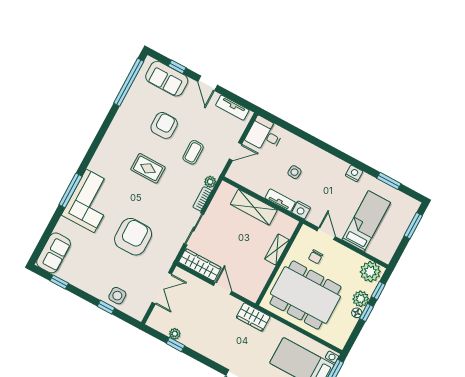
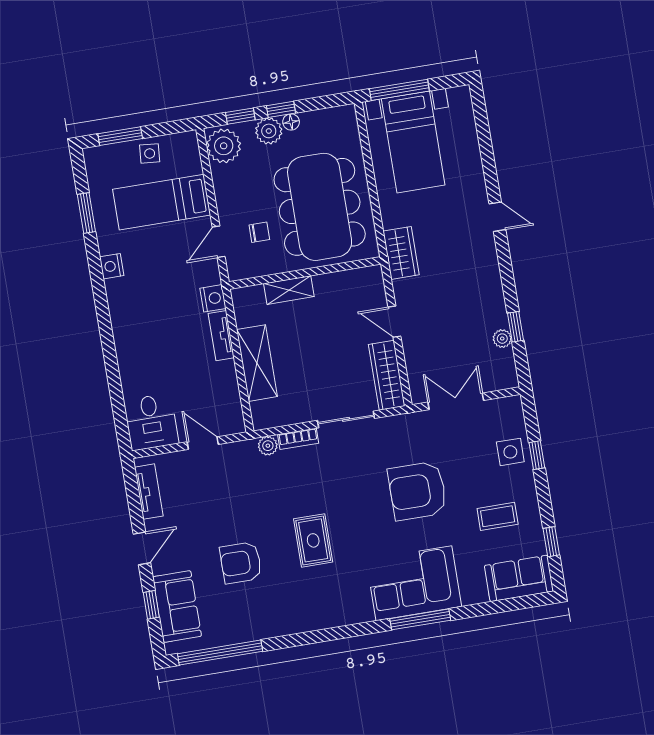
coffee table: (193, 152) -> (498, 516), moved
side table: (294, 172) -> (150, 153), moved
door: (223, 288) -> (394, 322), hinge flipped

